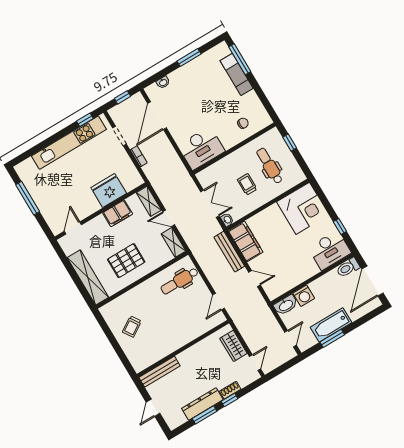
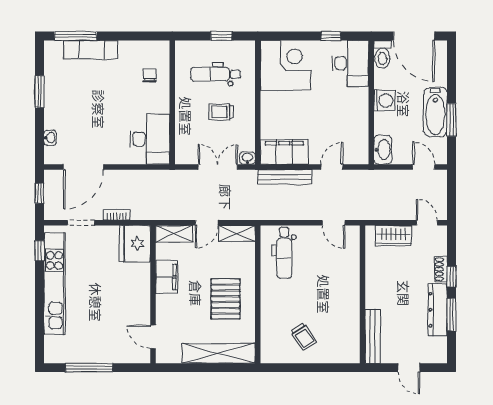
door: (157, 116) -> (83, 167), hinge flipped
window: (290, 142) -> (221, 36), moved
fridge: (109, 190) -> (135, 244), moved
washing machine: (304, 296) -> (384, 101), moved

